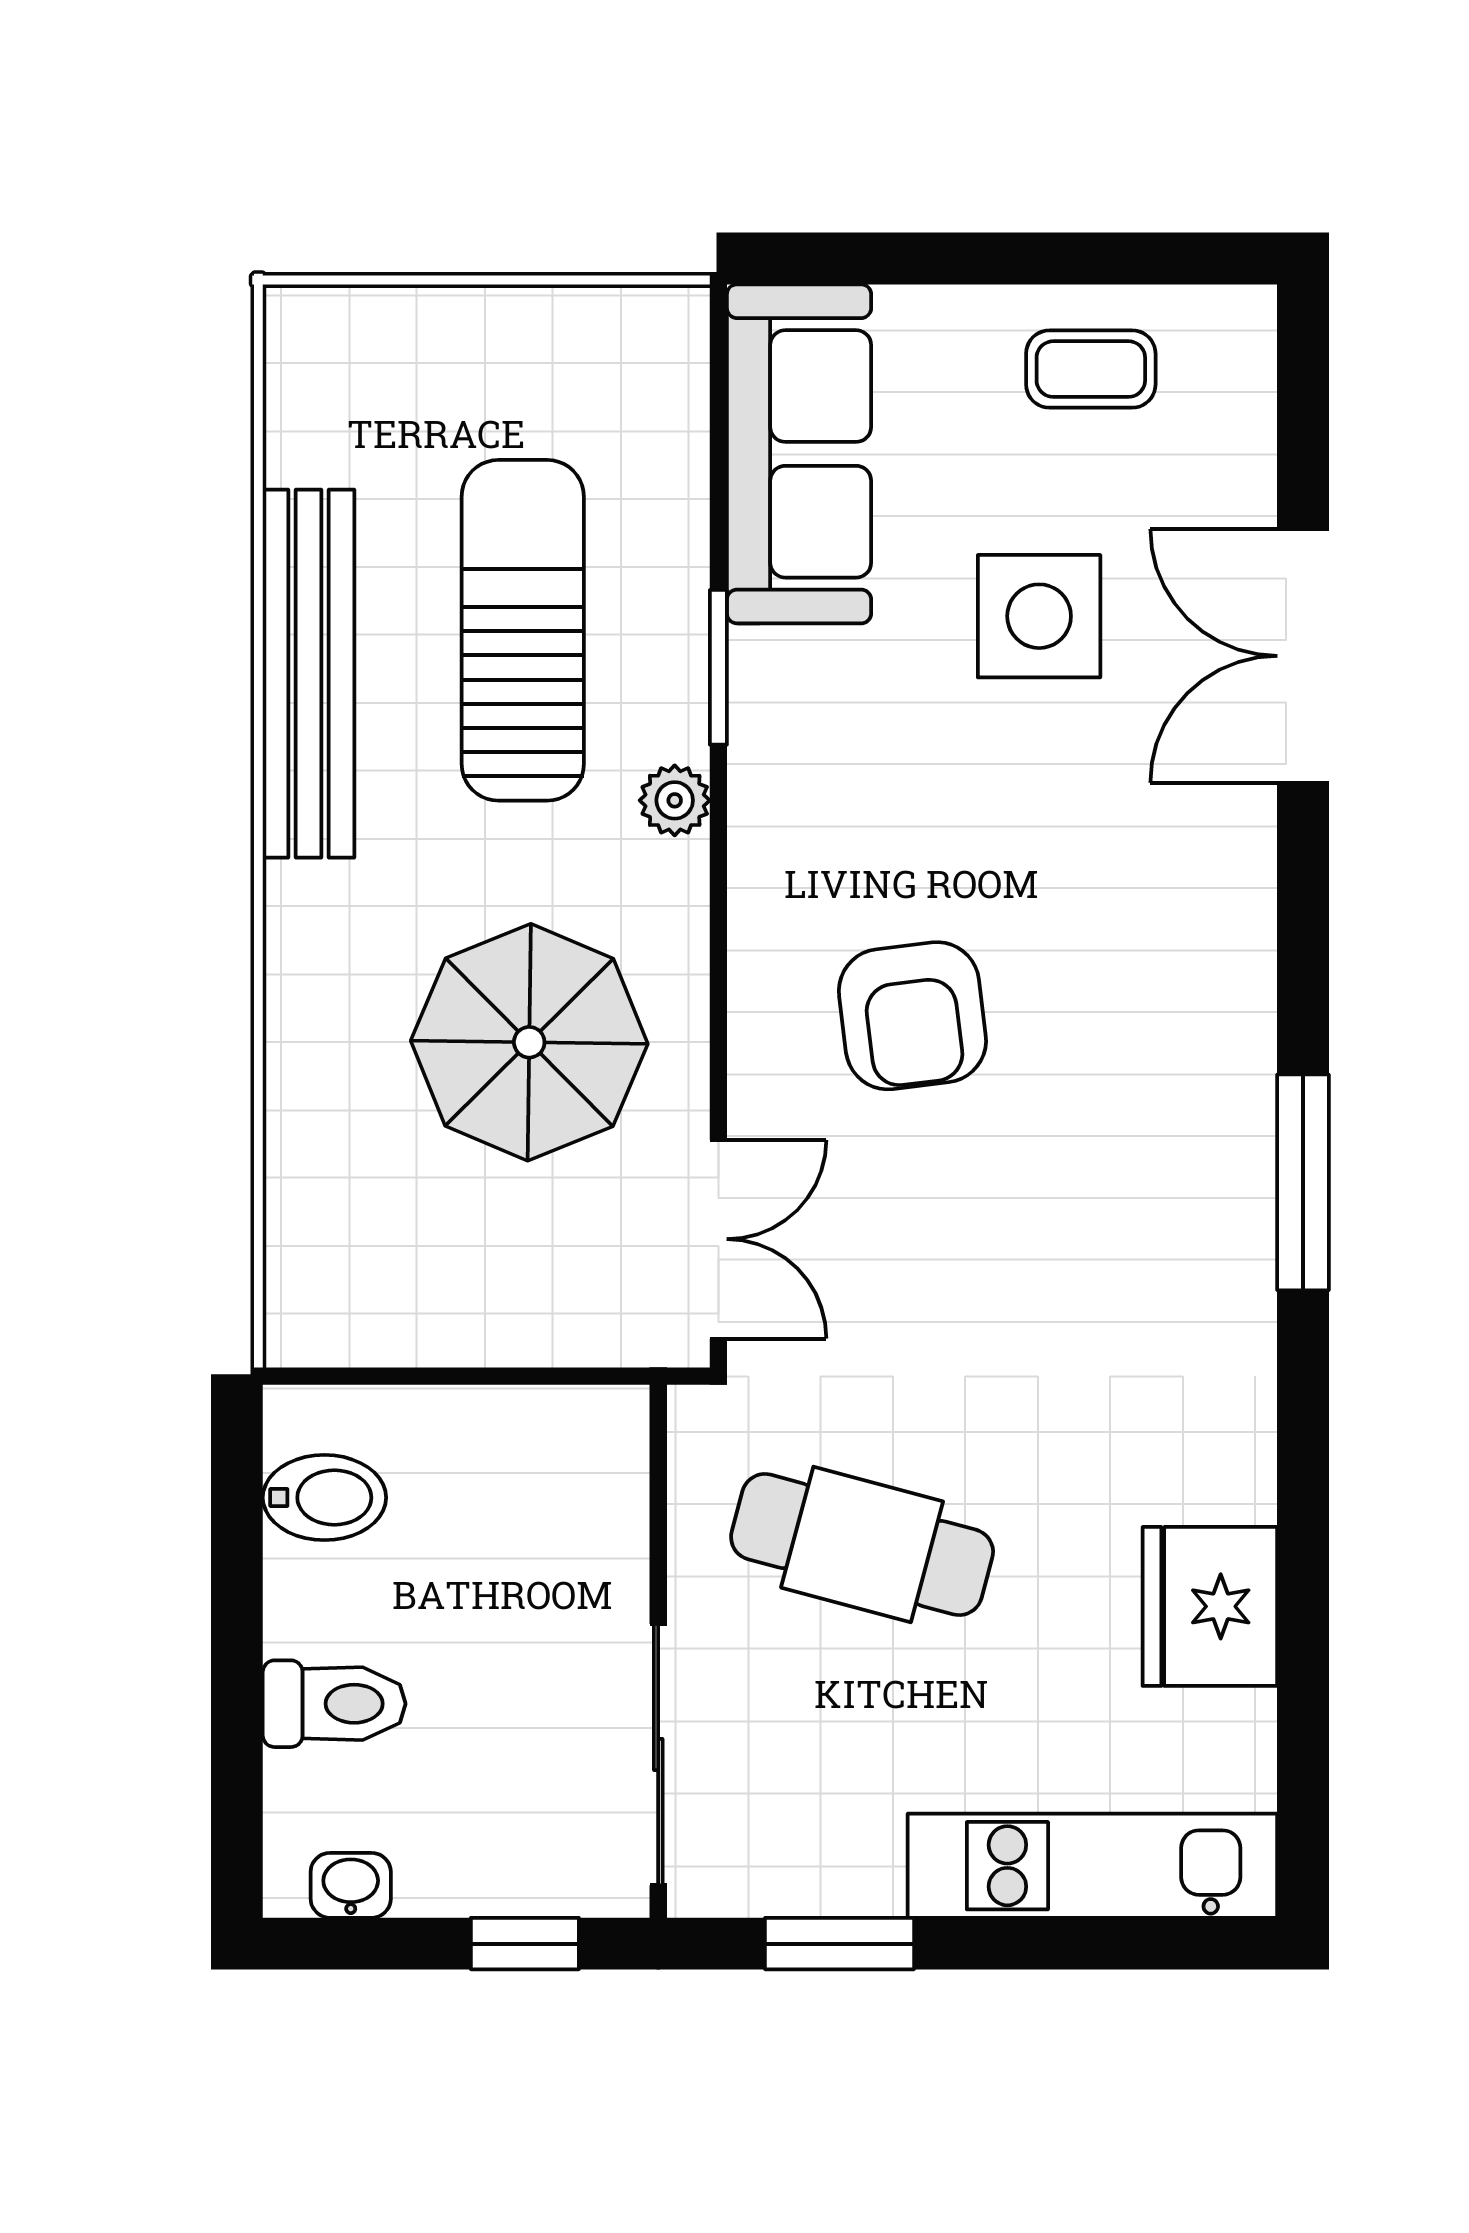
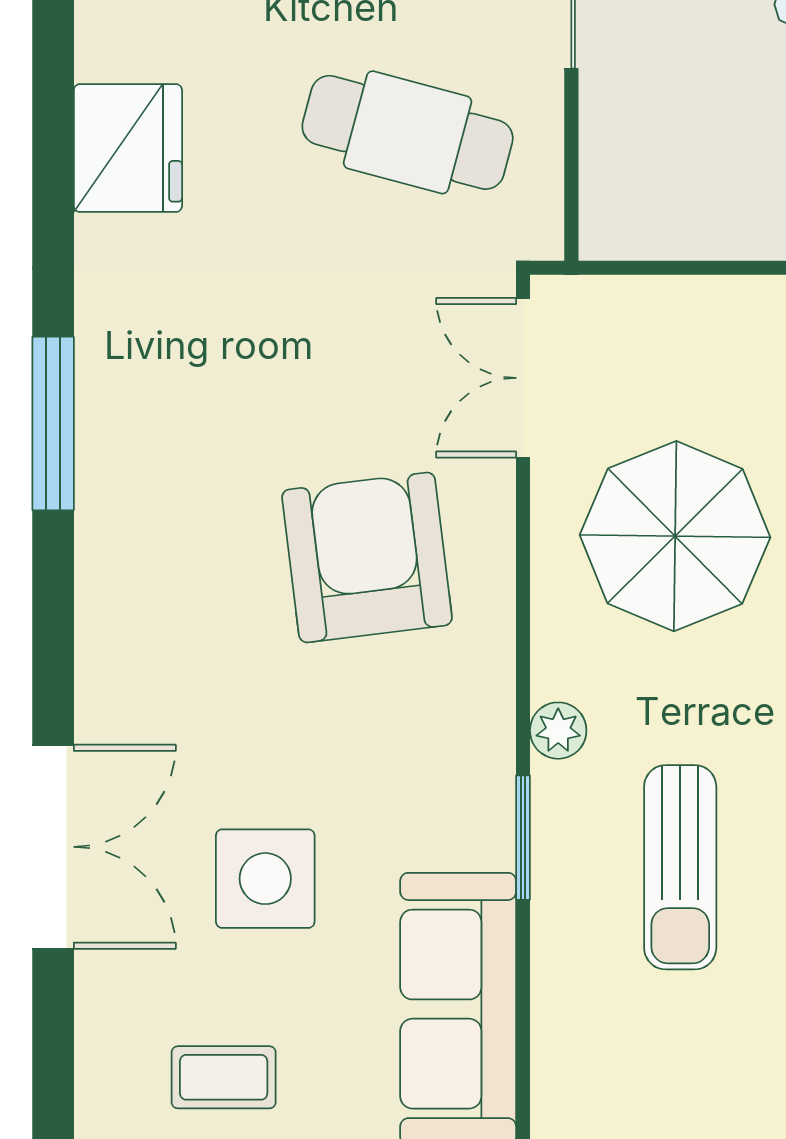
sun lounger: (523, 630) -> (680, 867), width x0.73, depth x0.75
armchair: (912, 1016) -> (367, 557), width x1.36, depth x1.36
fridge: (1210, 1606) -> (128, 148), moved

